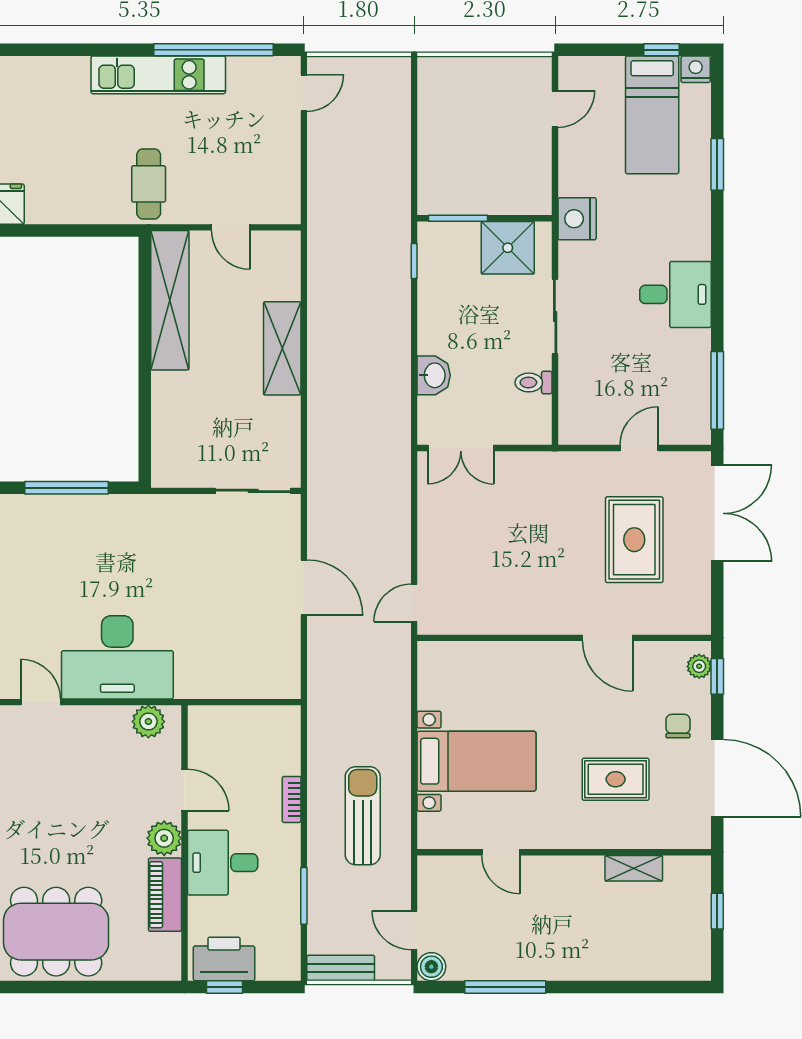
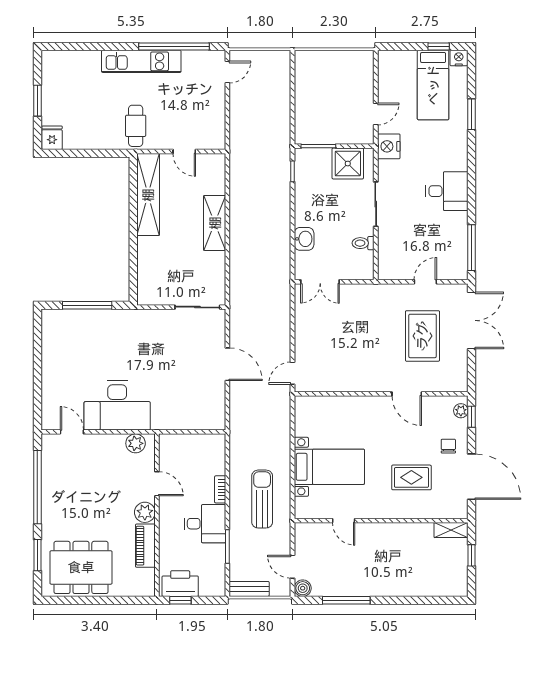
door: (555, 109) -> (376, 114), moved
desk: (223, 863) -> (205, 524), moved, turned 180
shelving: (634, 868) -> (451, 530), moved

